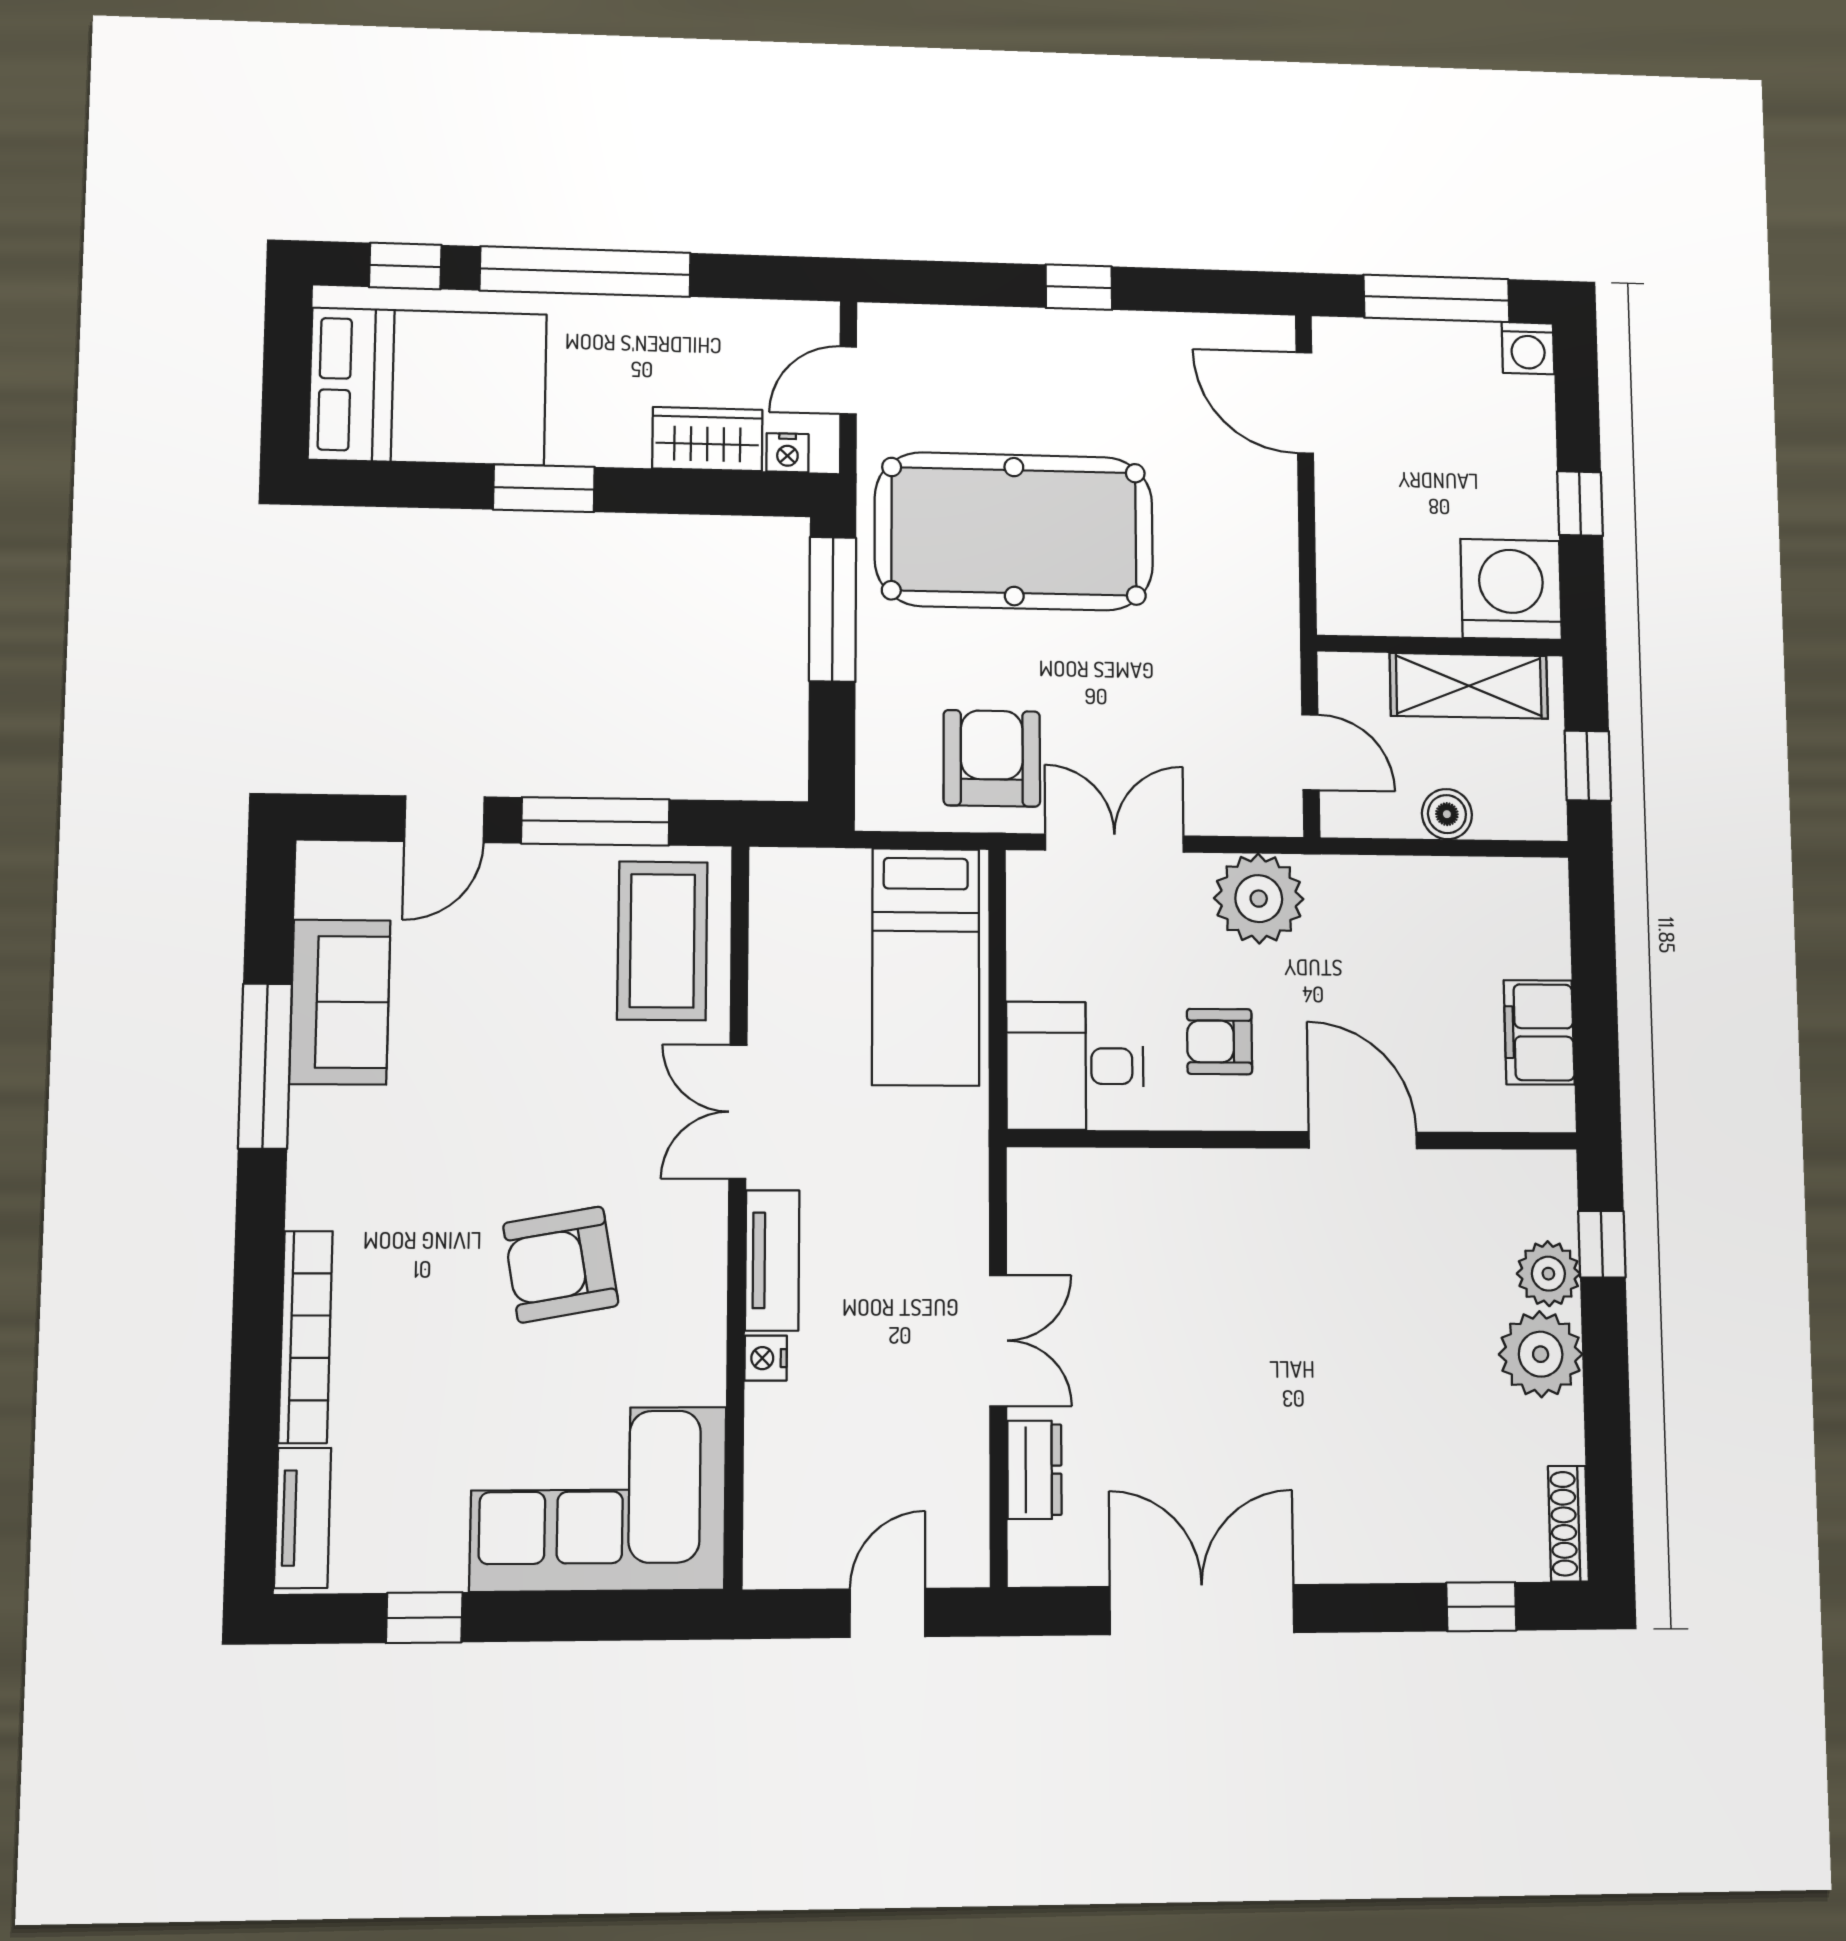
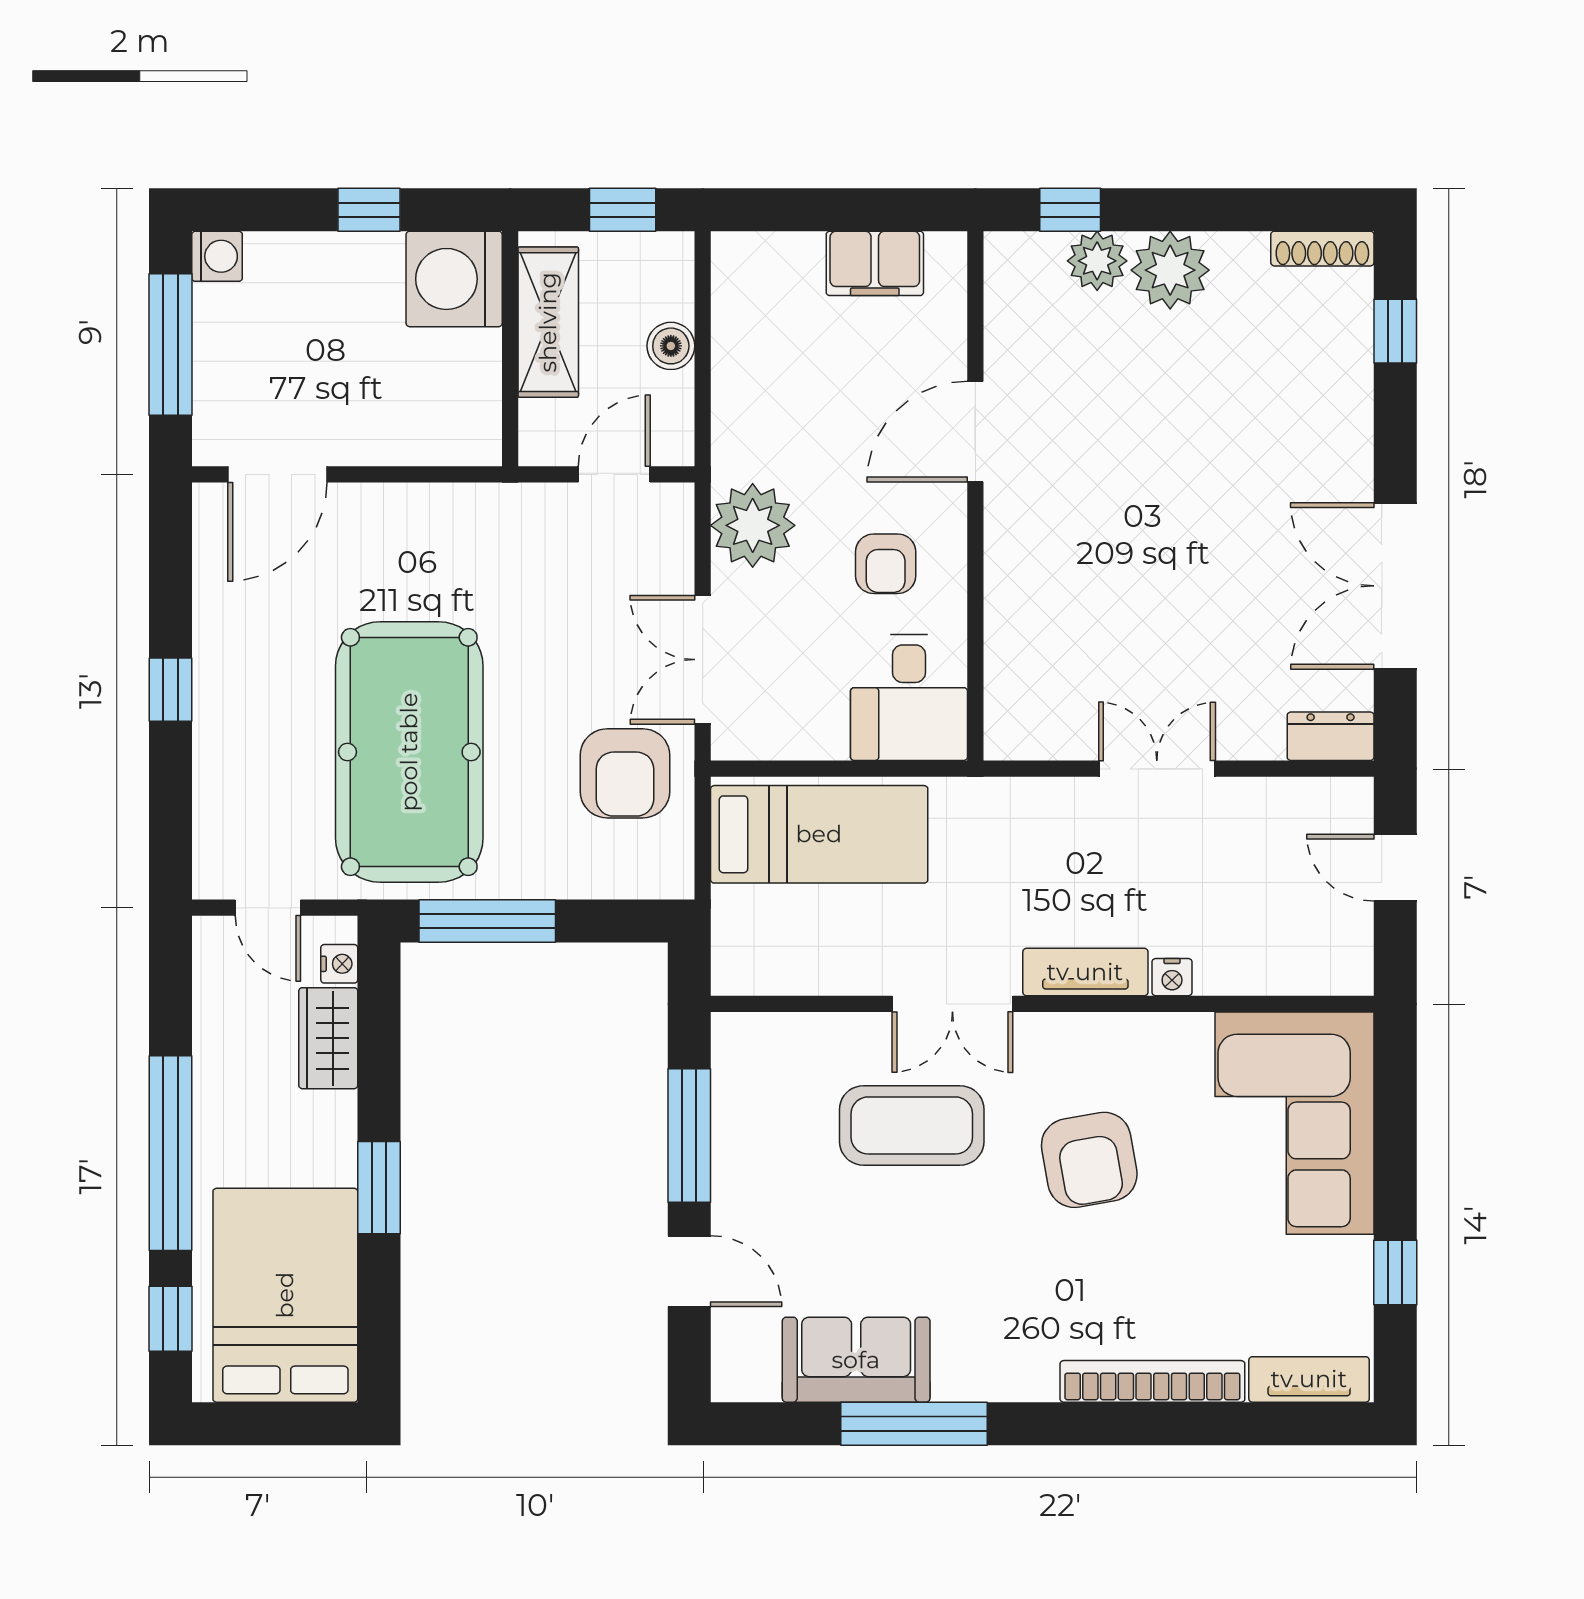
armchair: (992, 758) -> (625, 773), turned -90
coffee table: (662, 941) -> (912, 1125), moved
dresser: (1034, 1470) -> (1331, 736), moved

